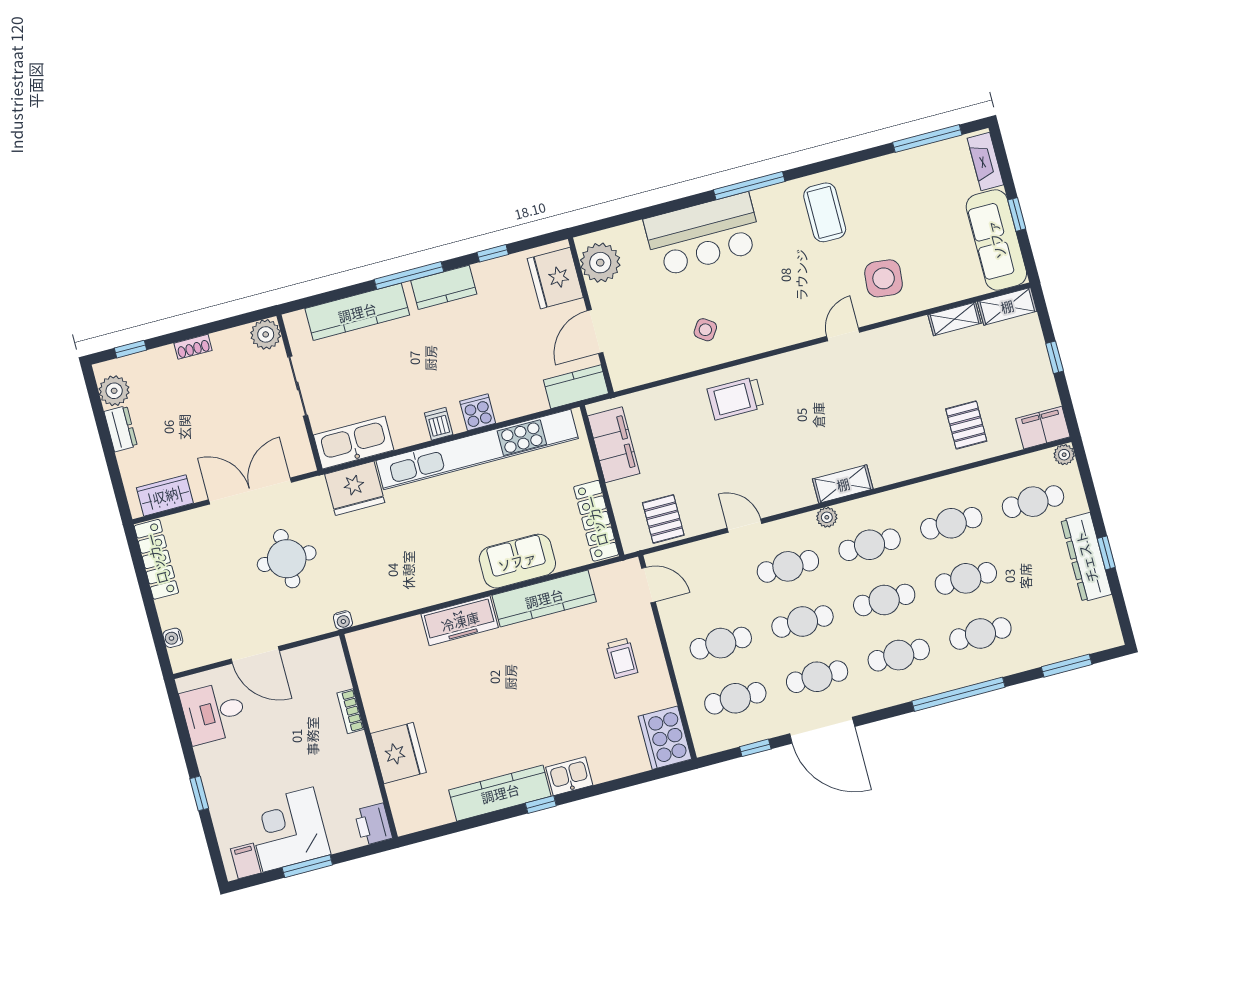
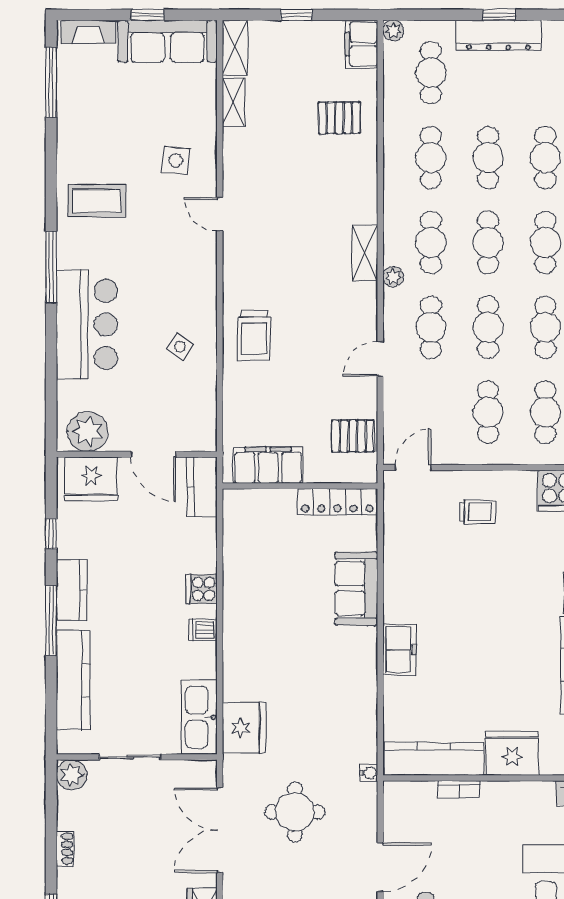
side table: (884, 278) -> (176, 161), width x0.73, depth x0.73
kitchen unit: (477, 449) -> (238, 599), removed
kitchen counter: (544, 598) -> (434, 759), moved, turned -90
freezer: (460, 621) -> (399, 650), width x0.71

